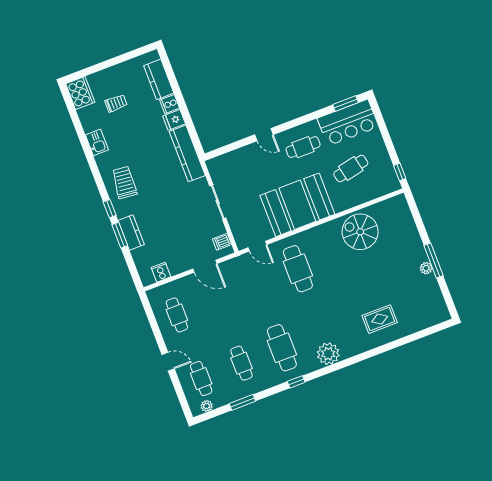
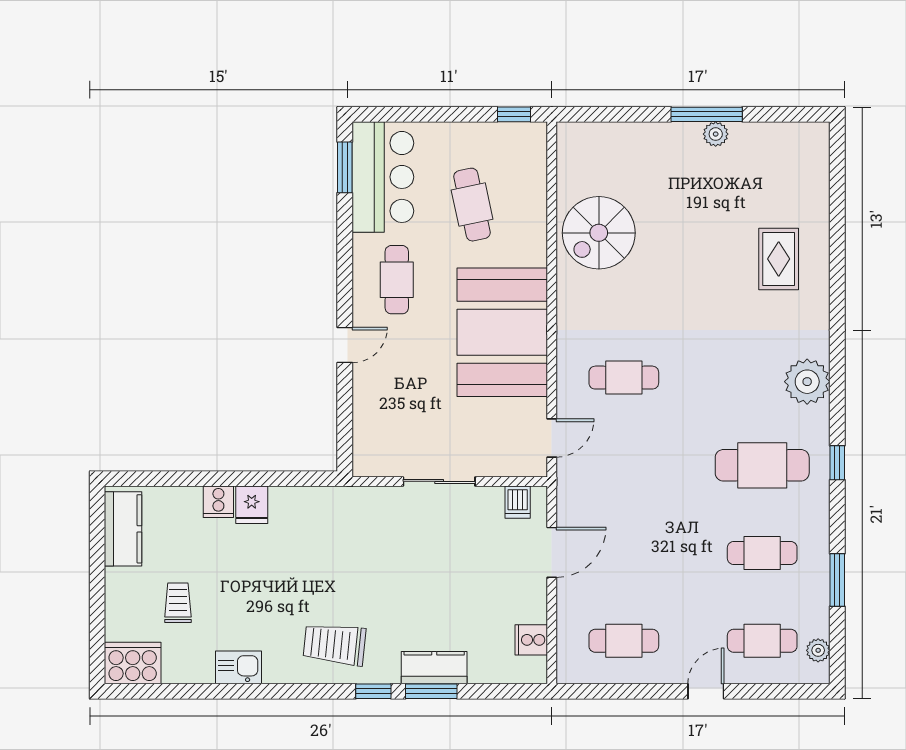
kitchen counter: (159, 79) -> (123, 529), moved, turned -90
kitchen counter: (187, 153) -> (325, 504), removed
cafe table: (298, 269) -> (624, 378), width x0.73, depth x0.74

